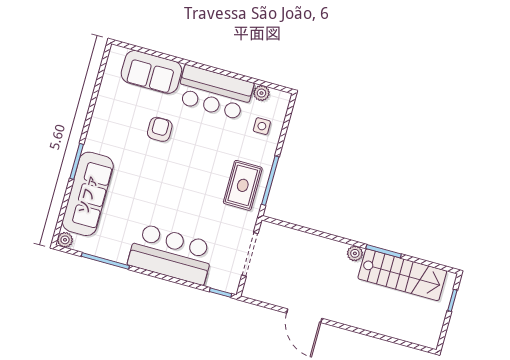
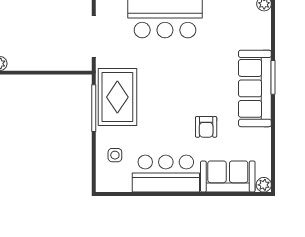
plant: (261, 93) -> (264, 185), moved
rug: (243, 185) -> (117, 97), width x1.36, depth x1.43
sofa: (88, 194) -> (255, 88), moved

